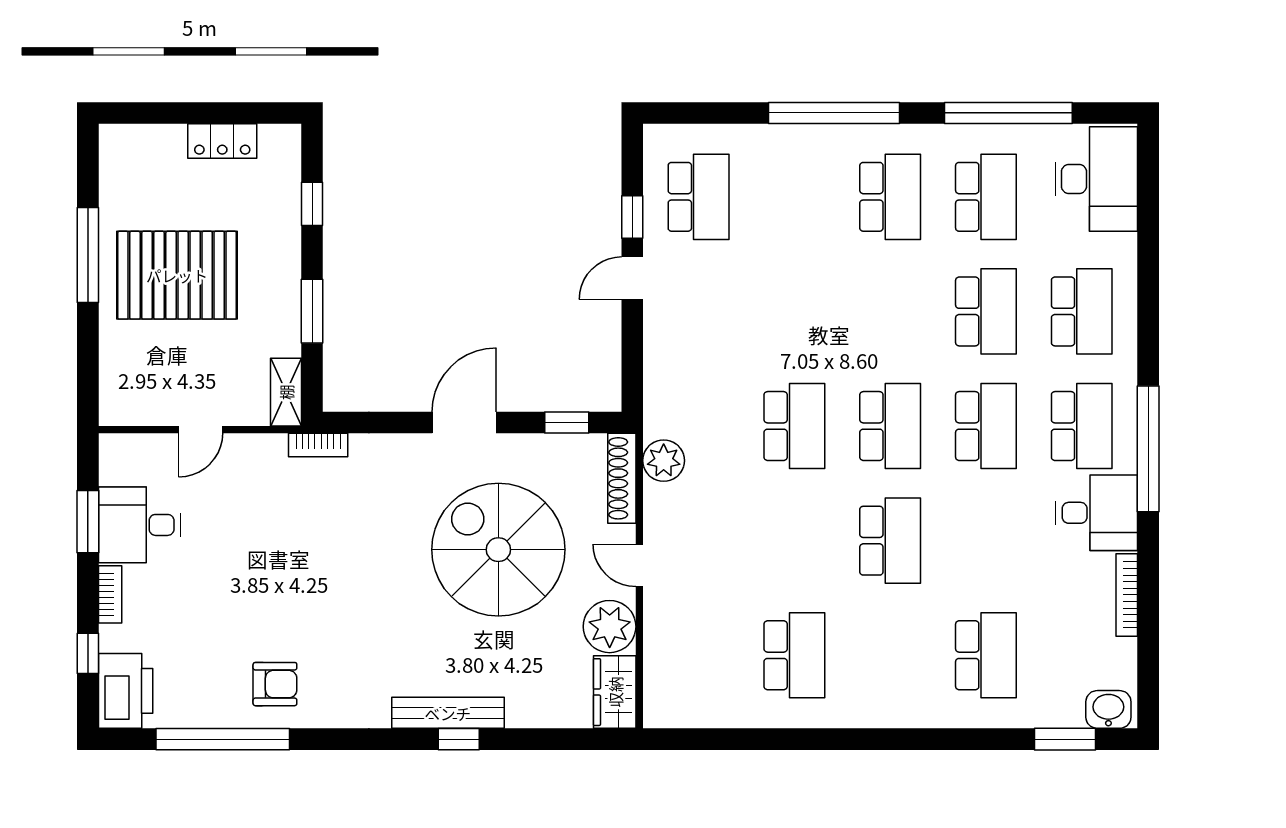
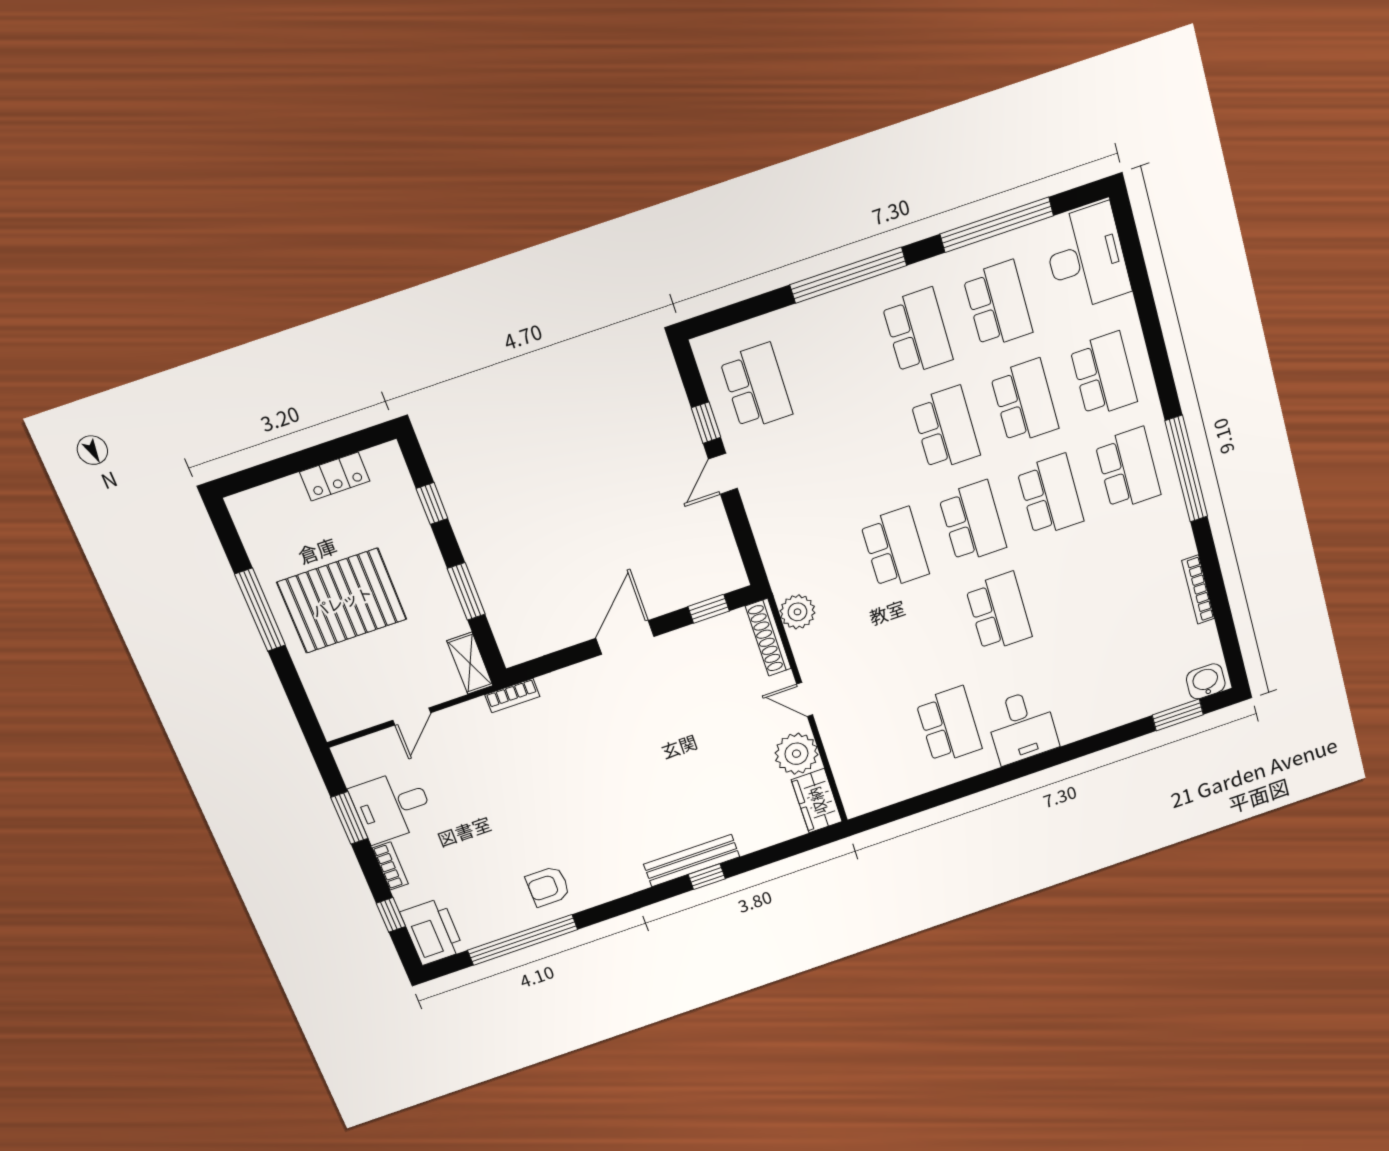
desk: (1097, 513) -> (1022, 727), moved, turned 90
spiral stairs: (498, 550) -> (688, 726), removed
school desk: (986, 655) -> (946, 428), moved
armchair: (275, 684) -> (548, 886), turned 180

